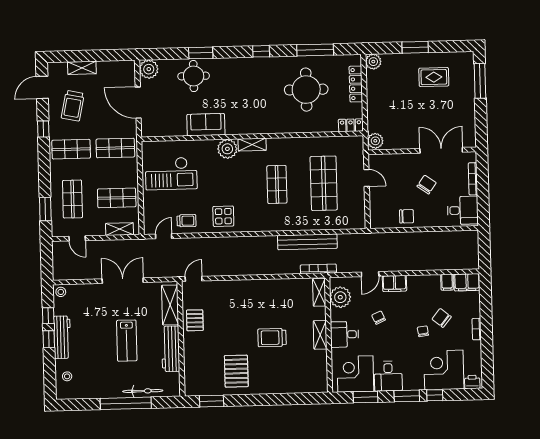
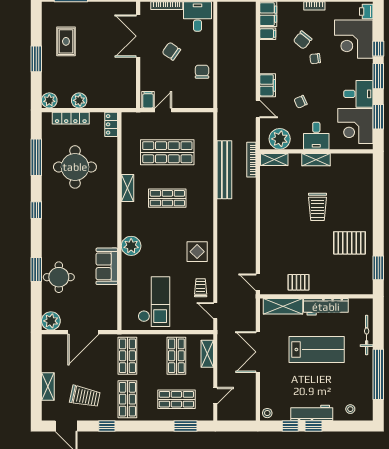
plant: (375, 141) -> (79, 100), moved
shelving: (252, 145) -> (128, 188), moved
filing cabinet: (377, 162) -> (148, 100), added
lab bench: (127, 341) -> (317, 350), width x1.36, depth x1.39
window: (126, 403) -> (378, 374), moved

